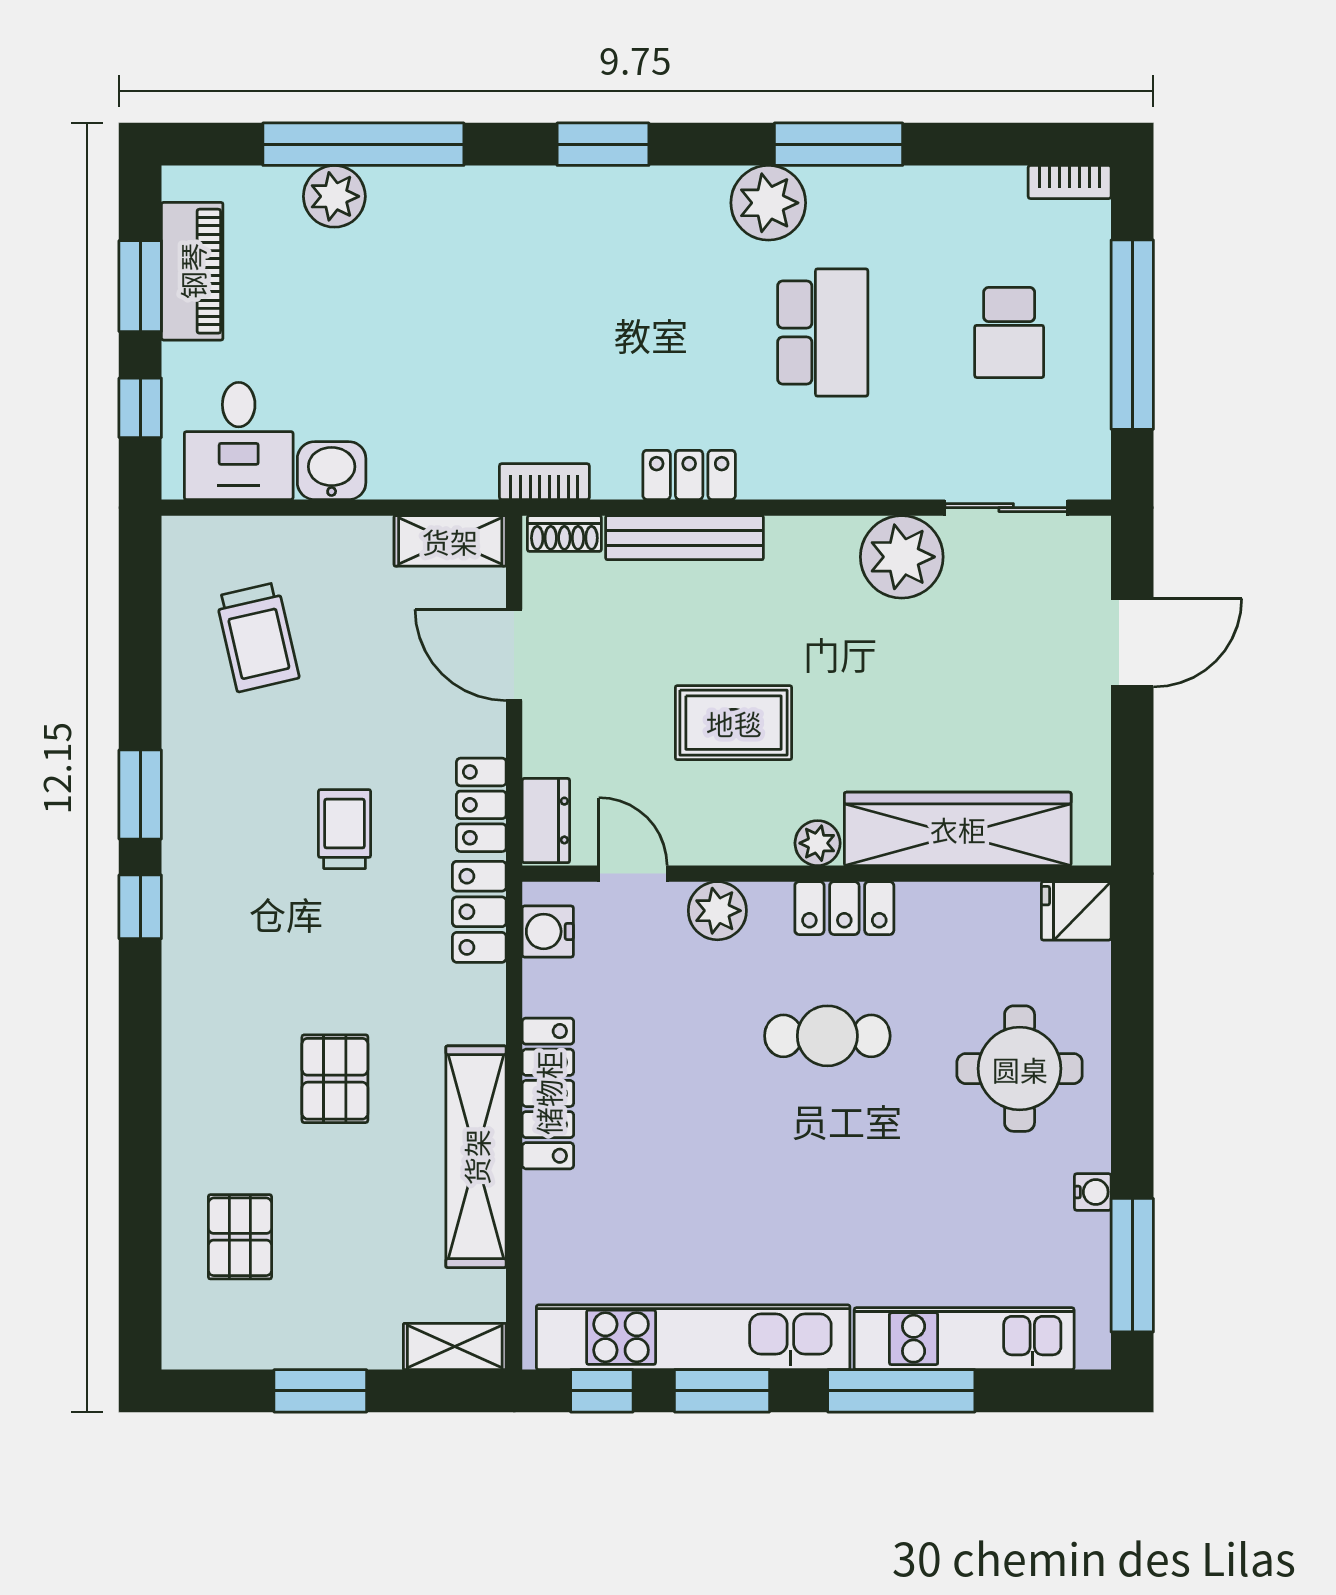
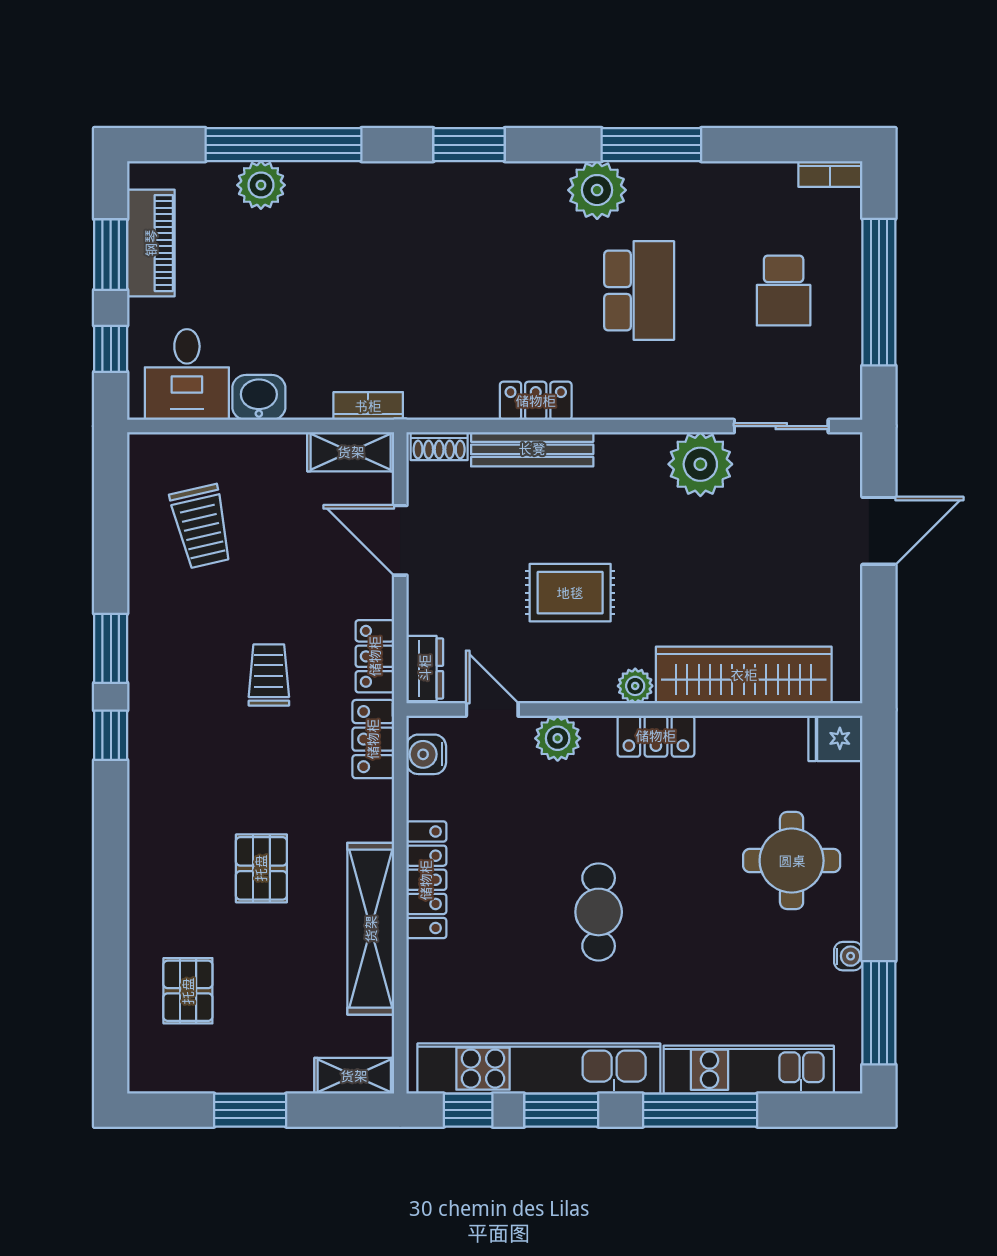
bookcase: (544, 482) -> (368, 406), moved
cafe table: (827, 1036) -> (599, 912), moved, turned 90

